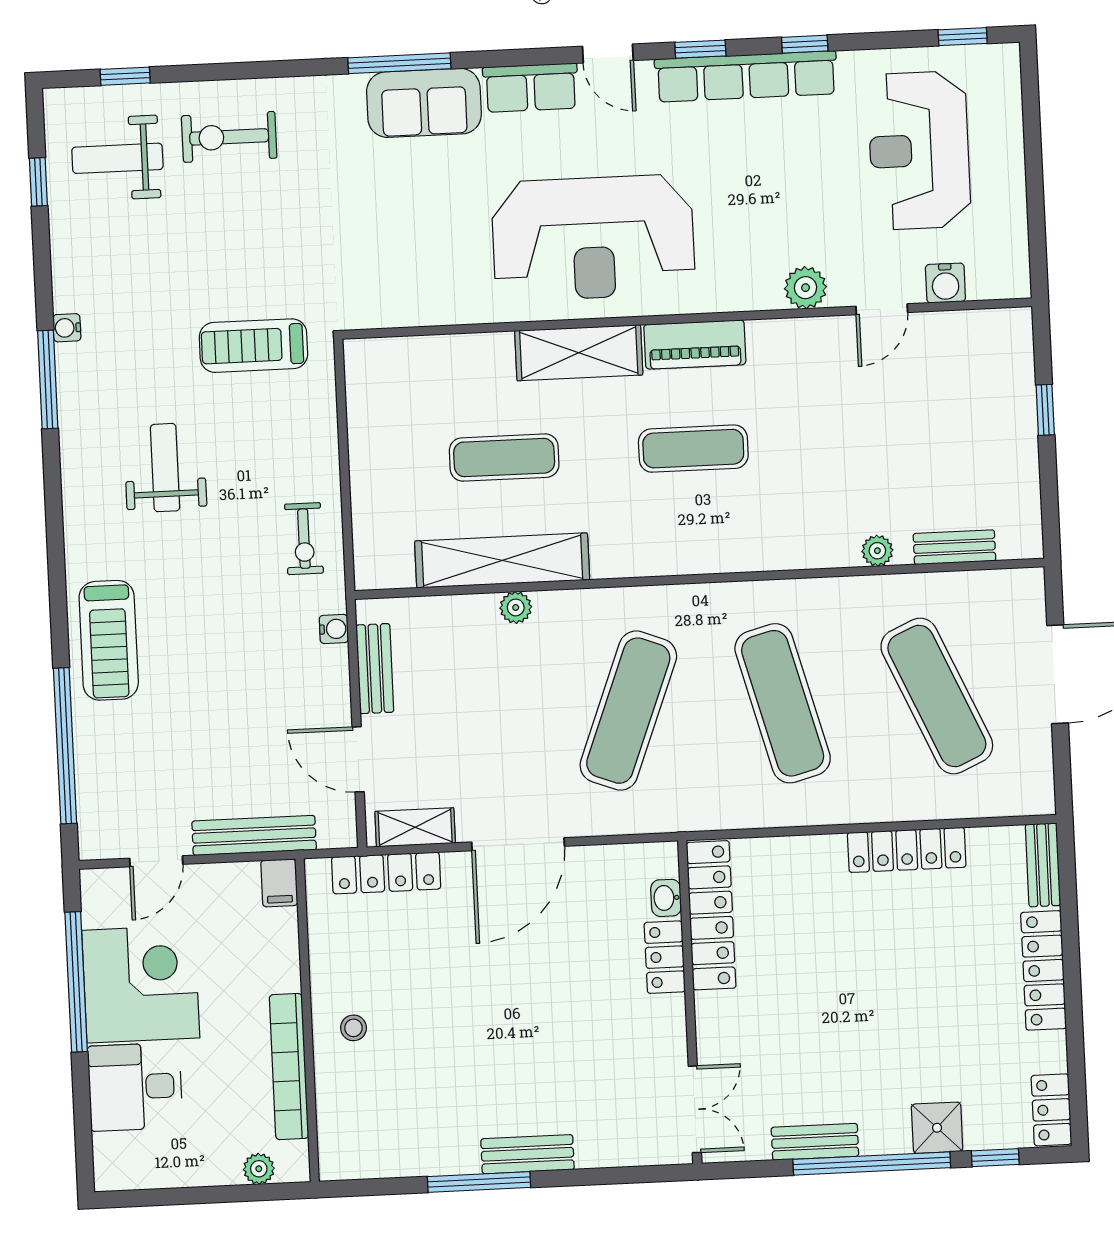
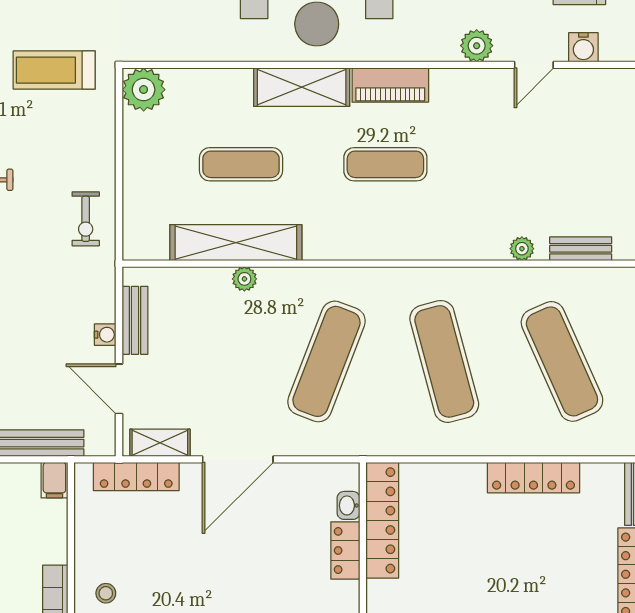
plant: (372, 366) -> (144, 90), added
water cooler: (334, 629) -> (105, 335), moved

